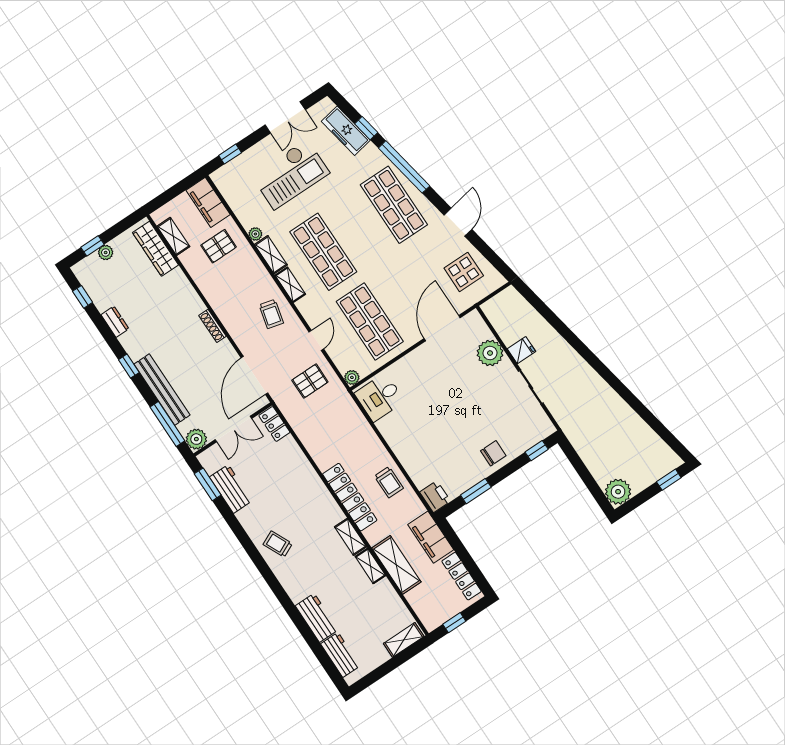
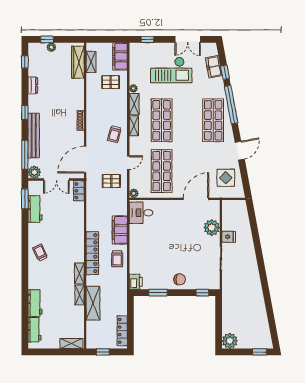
freezer: (346, 131) -> (214, 67), width x0.71
filing cabinet: (431, 537) -> (120, 230), moved

